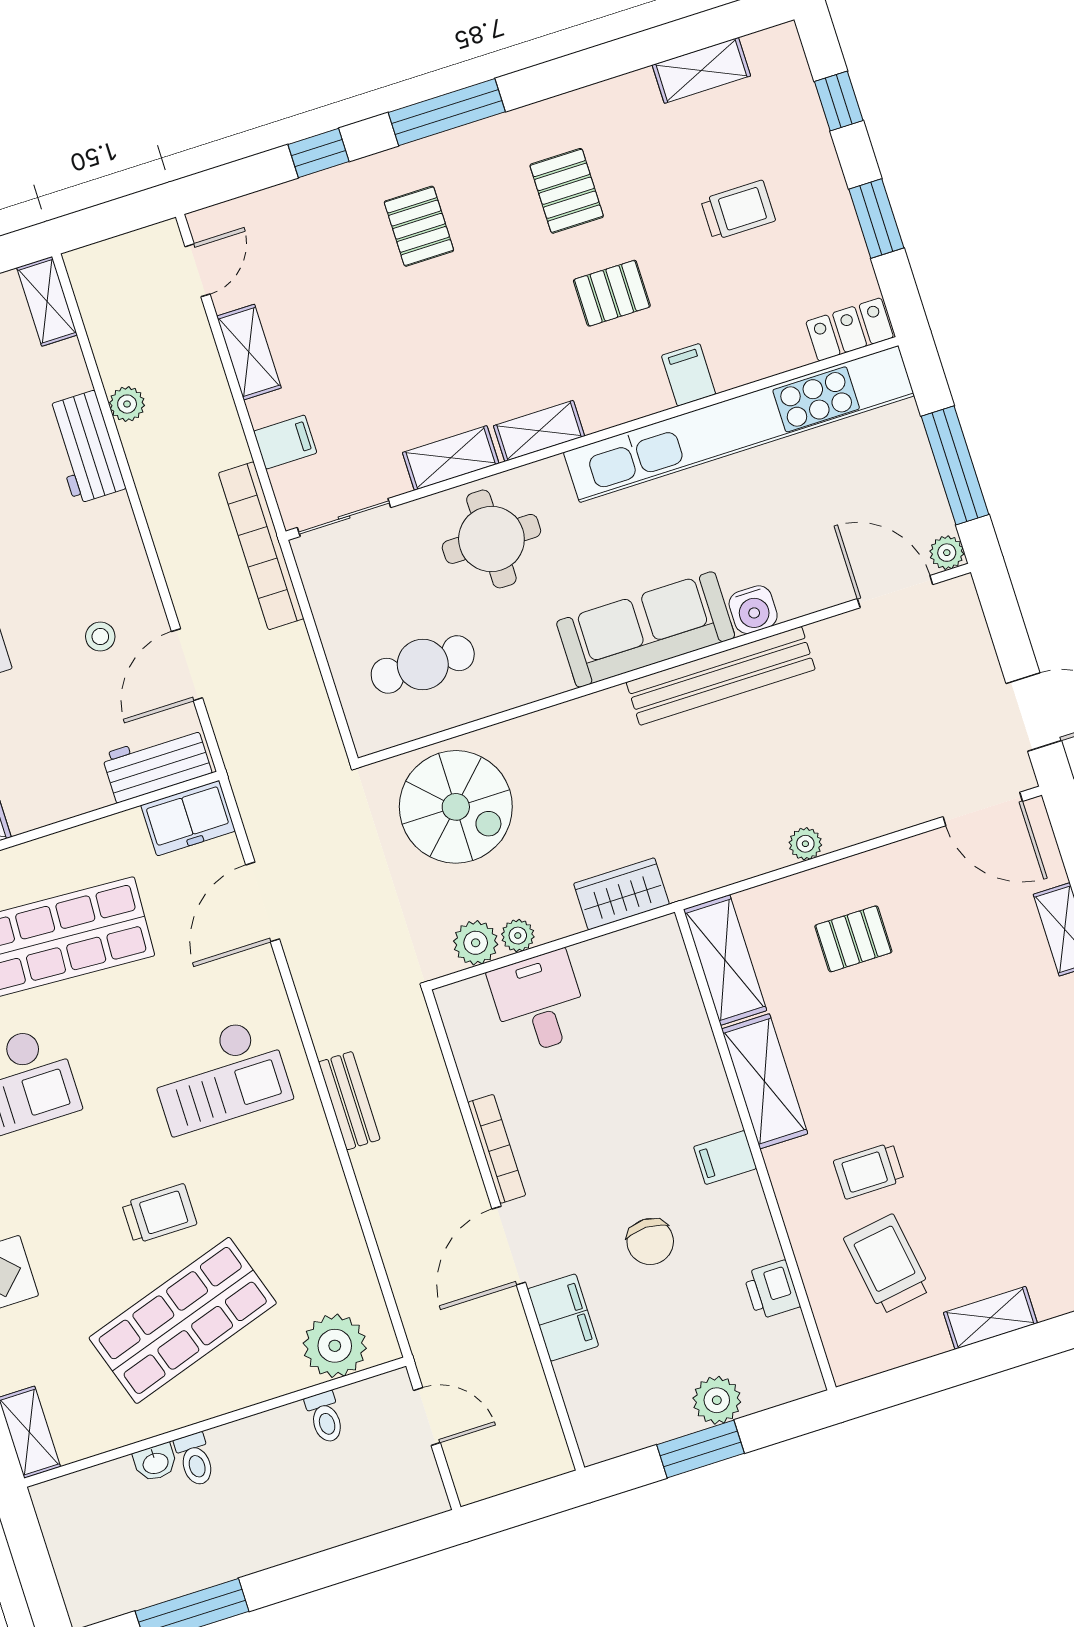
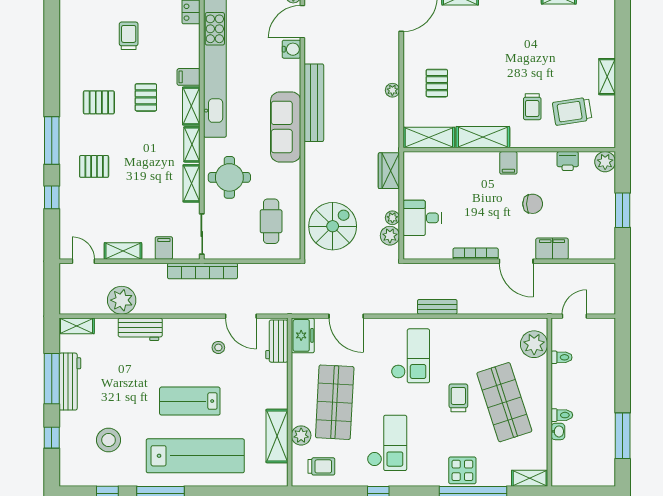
shelving: (701, 70) -> (191, 106), moved
plant: (127, 404) -> (122, 300), width x1.88, depth x1.88
water cooler: (753, 610) -> (291, 49), moved
plant: (717, 1400) -> (605, 162), moved

